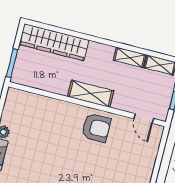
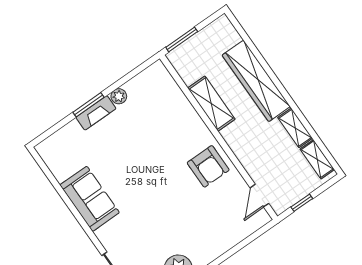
wardrobe: (54, 42) -> (256, 81), moved
shelving: (91, 94) -> (211, 104), moved

